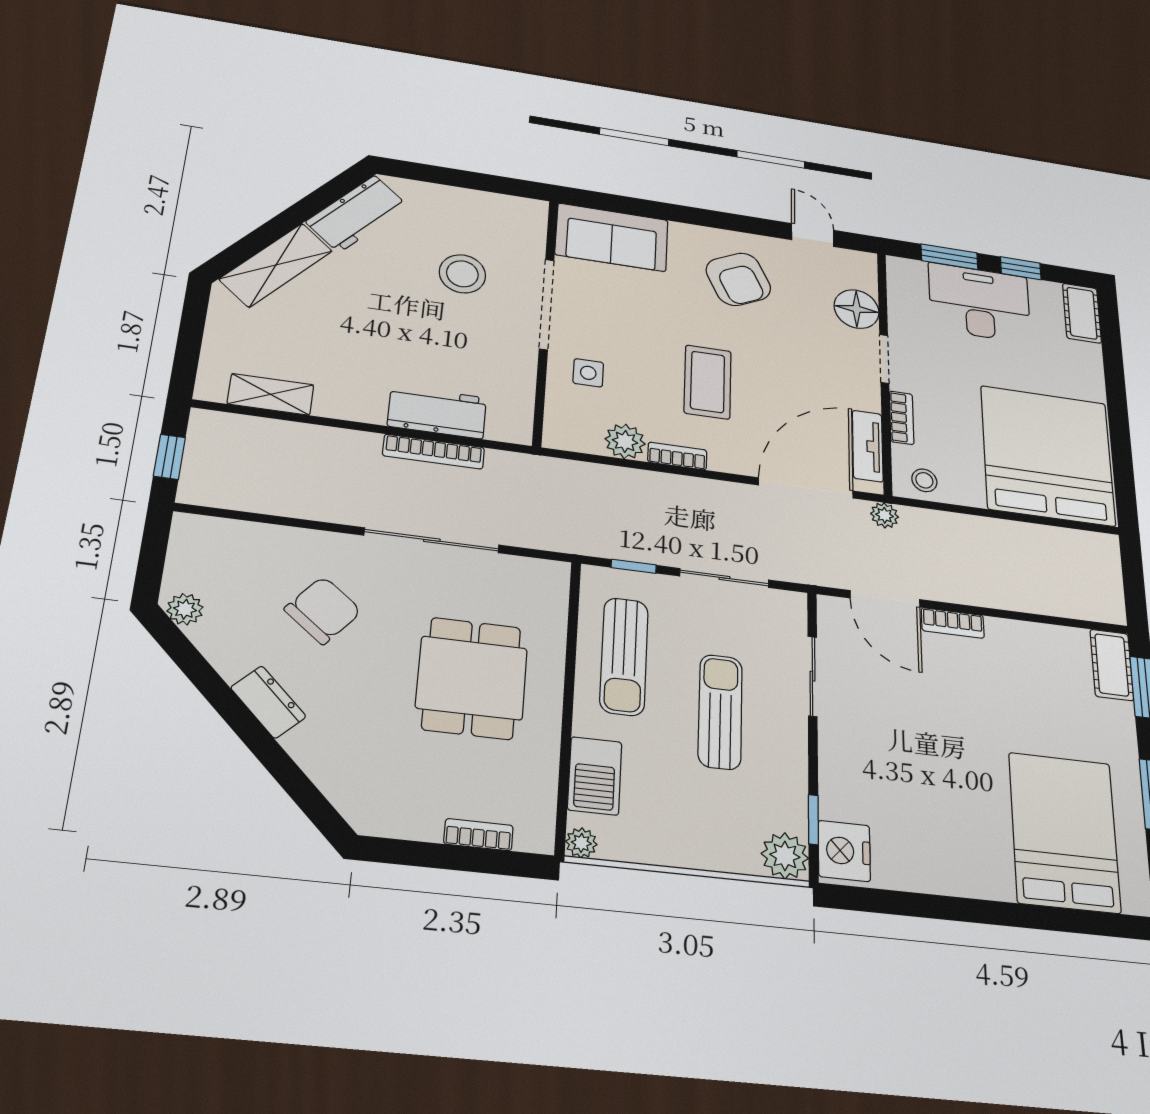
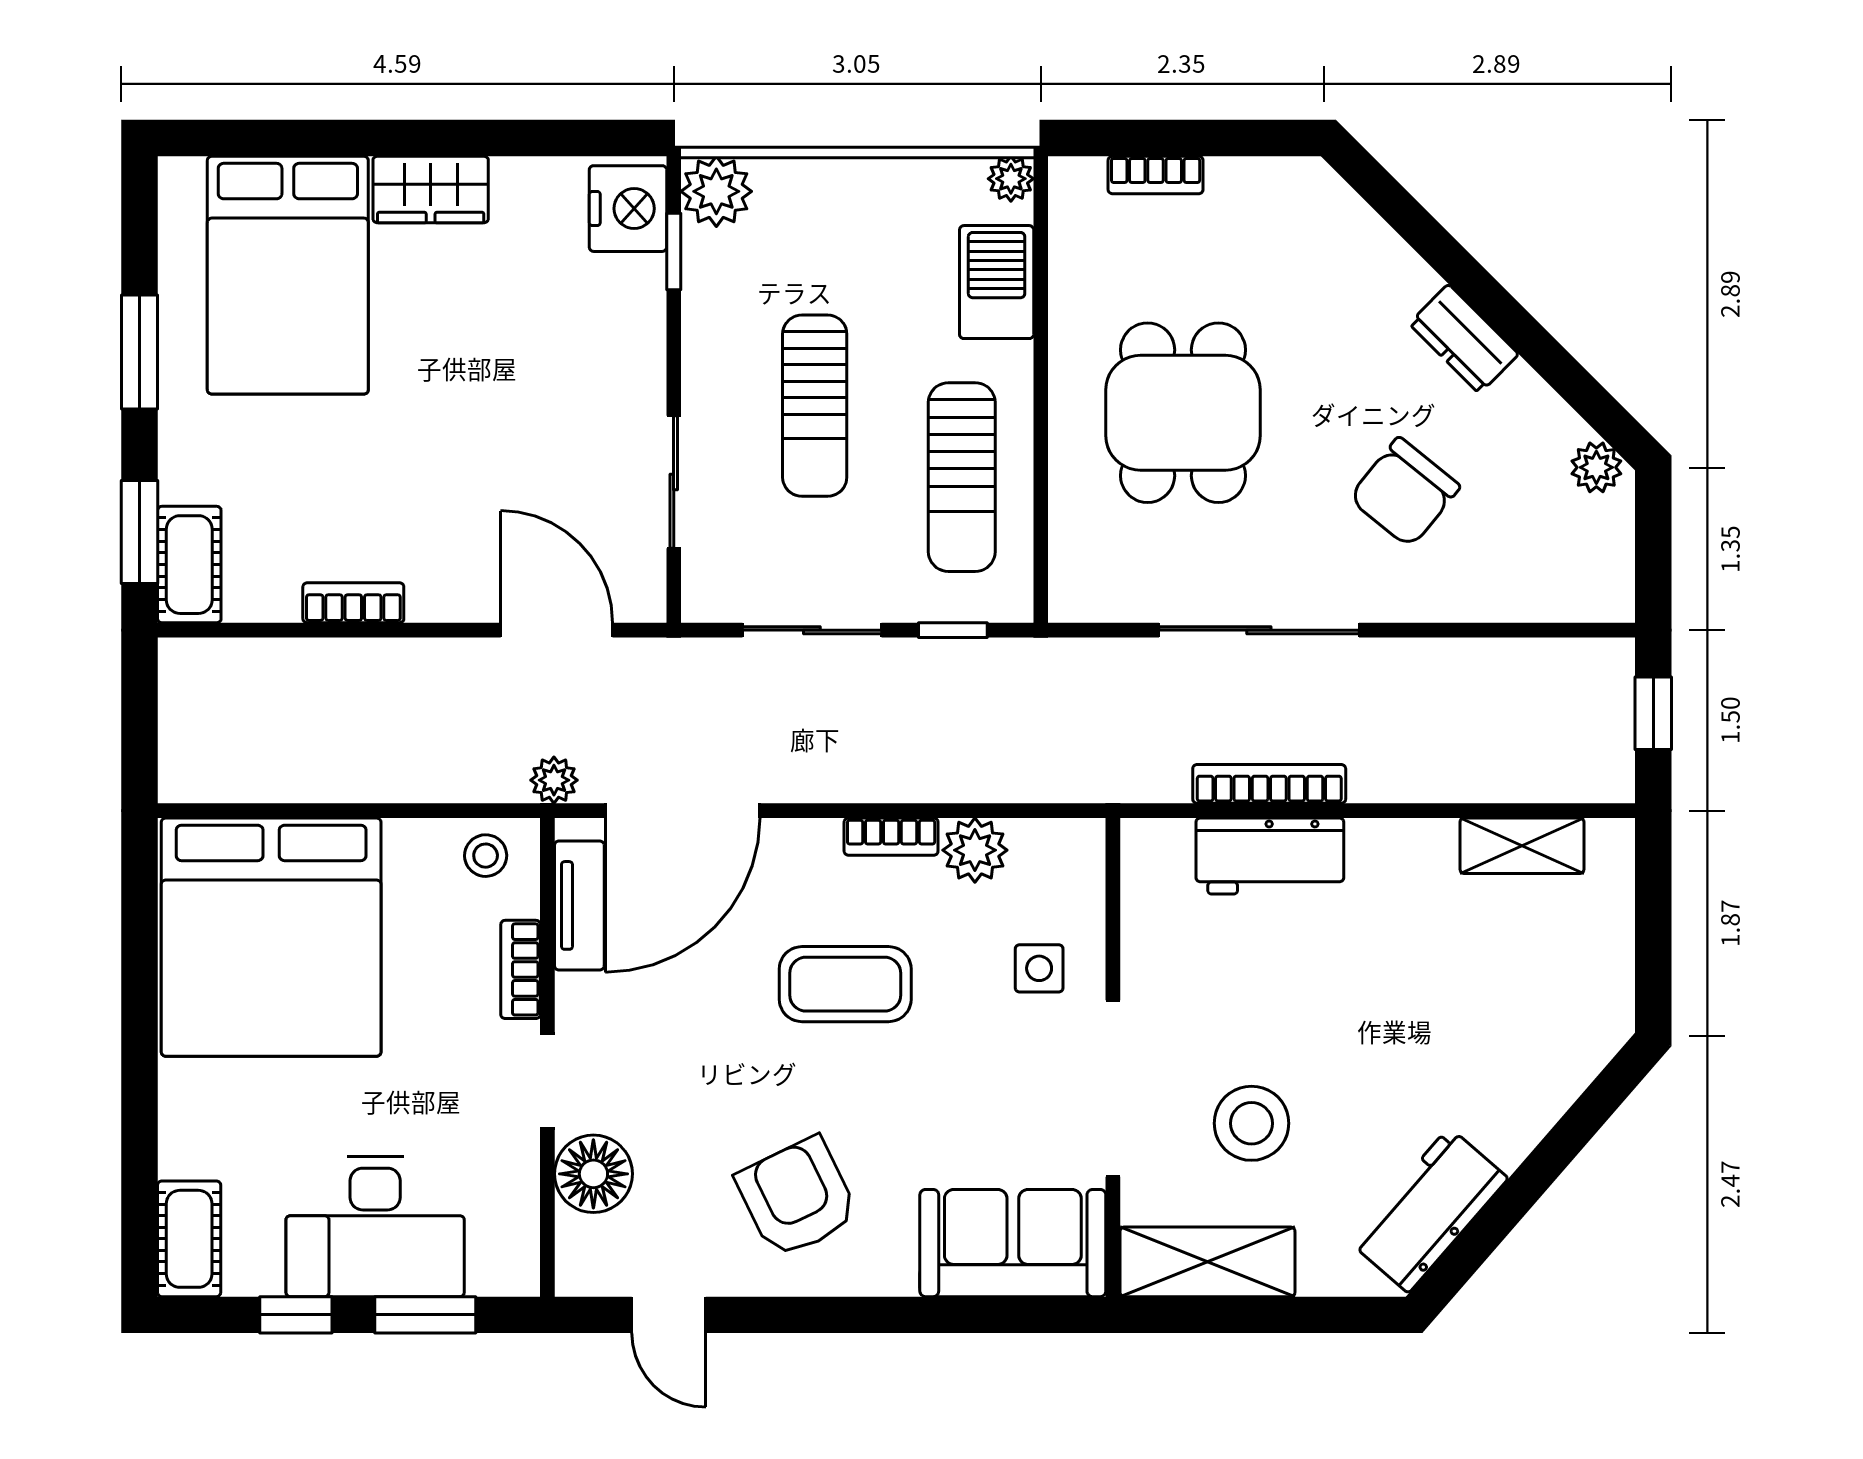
shelving: (276, 265) -> (1207, 1262), moved, turned 49
coffee table: (708, 382) -> (845, 984), turned 90
bookcase: (953, 623) -> (353, 603), moved
sun lounger: (624, 656) -> (962, 477), turned 180
wardrobe: (975, 877) -> (431, 189), added

